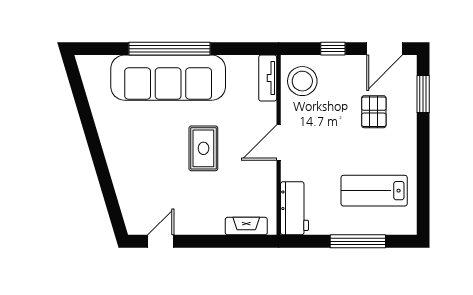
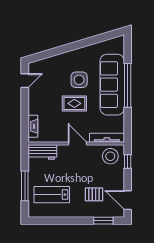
window: (333, 49) -> (128, 162), moved
tv unit: (268, 78) -> (107, 138), width x1.41
side table: (159, 140) -> (79, 80), added
lab bench: (374, 191) -> (52, 195), turned -90
door: (161, 241) -> (25, 81), hinge flipped

